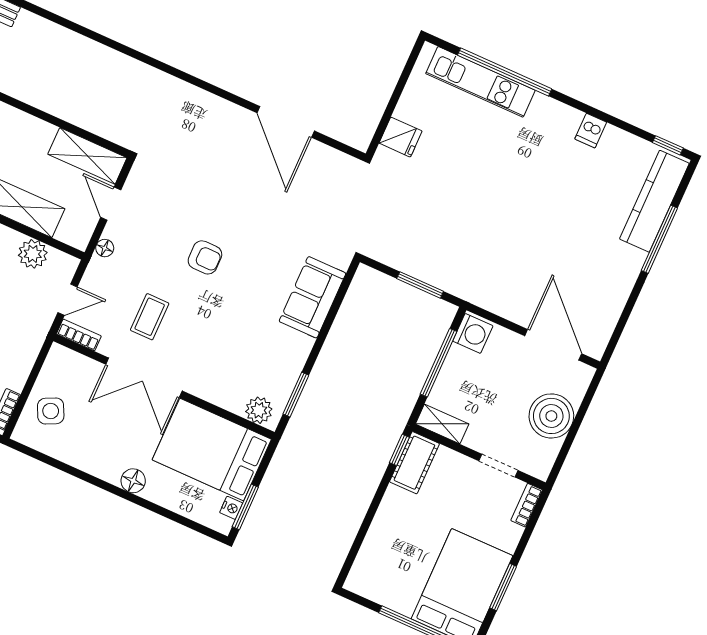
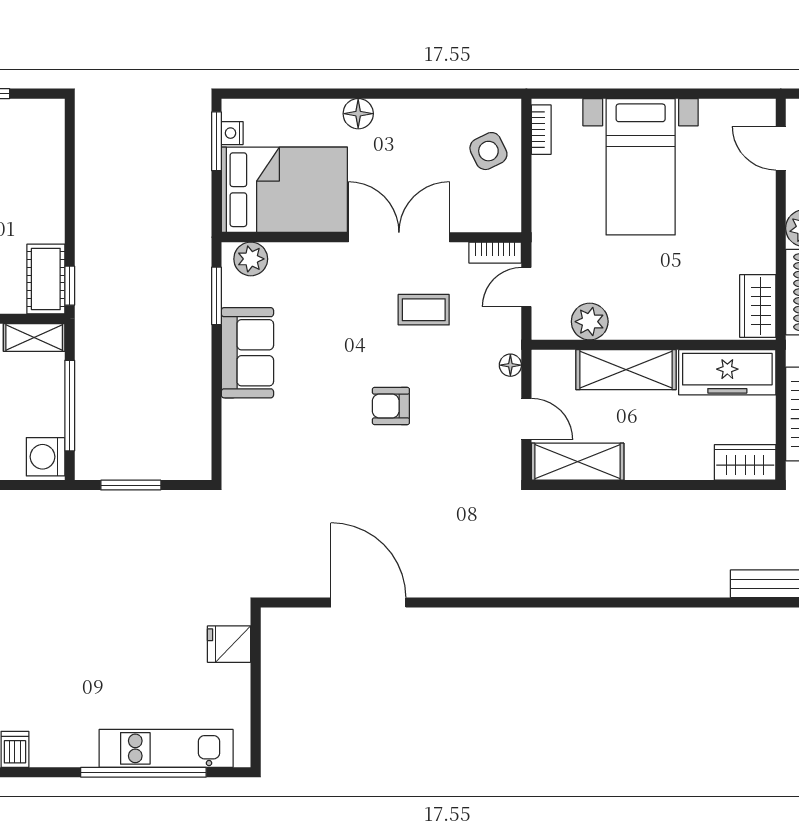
sofa: (312, 297) -> (247, 353), moved
coffee table: (150, 317) -> (424, 310), turned 90

